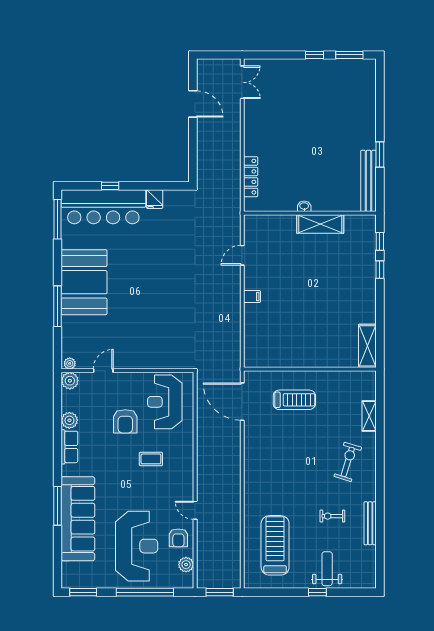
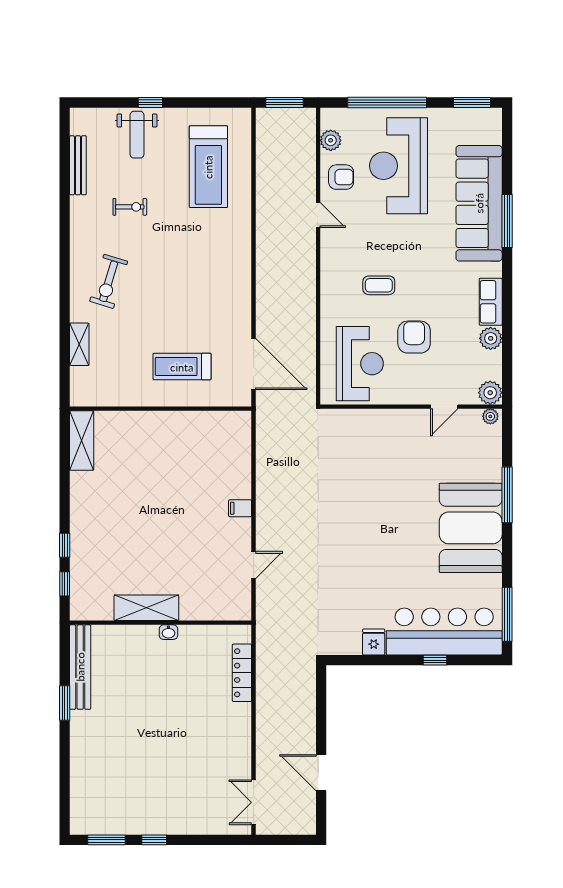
bench: (370, 523) -> (78, 165), moved
armchair: (178, 538) -> (341, 177), turned 90

